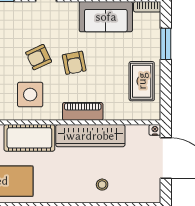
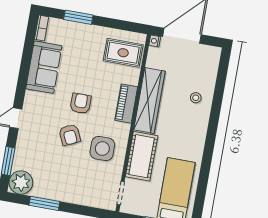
armchair: (74, 63) -> (81, 103), turned -79
rug: (142, 81) -> (123, 53), moved

